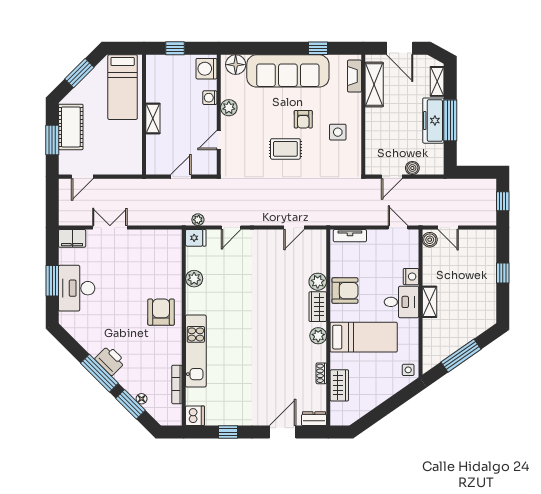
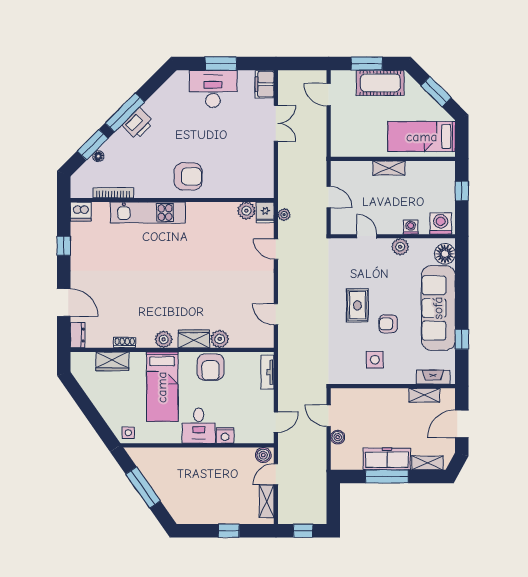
shelving: (374, 85) -> (424, 395), width x0.67, depth x0.75
plant: (194, 279) -> (246, 211), moved
shelving: (429, 302) -> (267, 501), moved, turned 90

